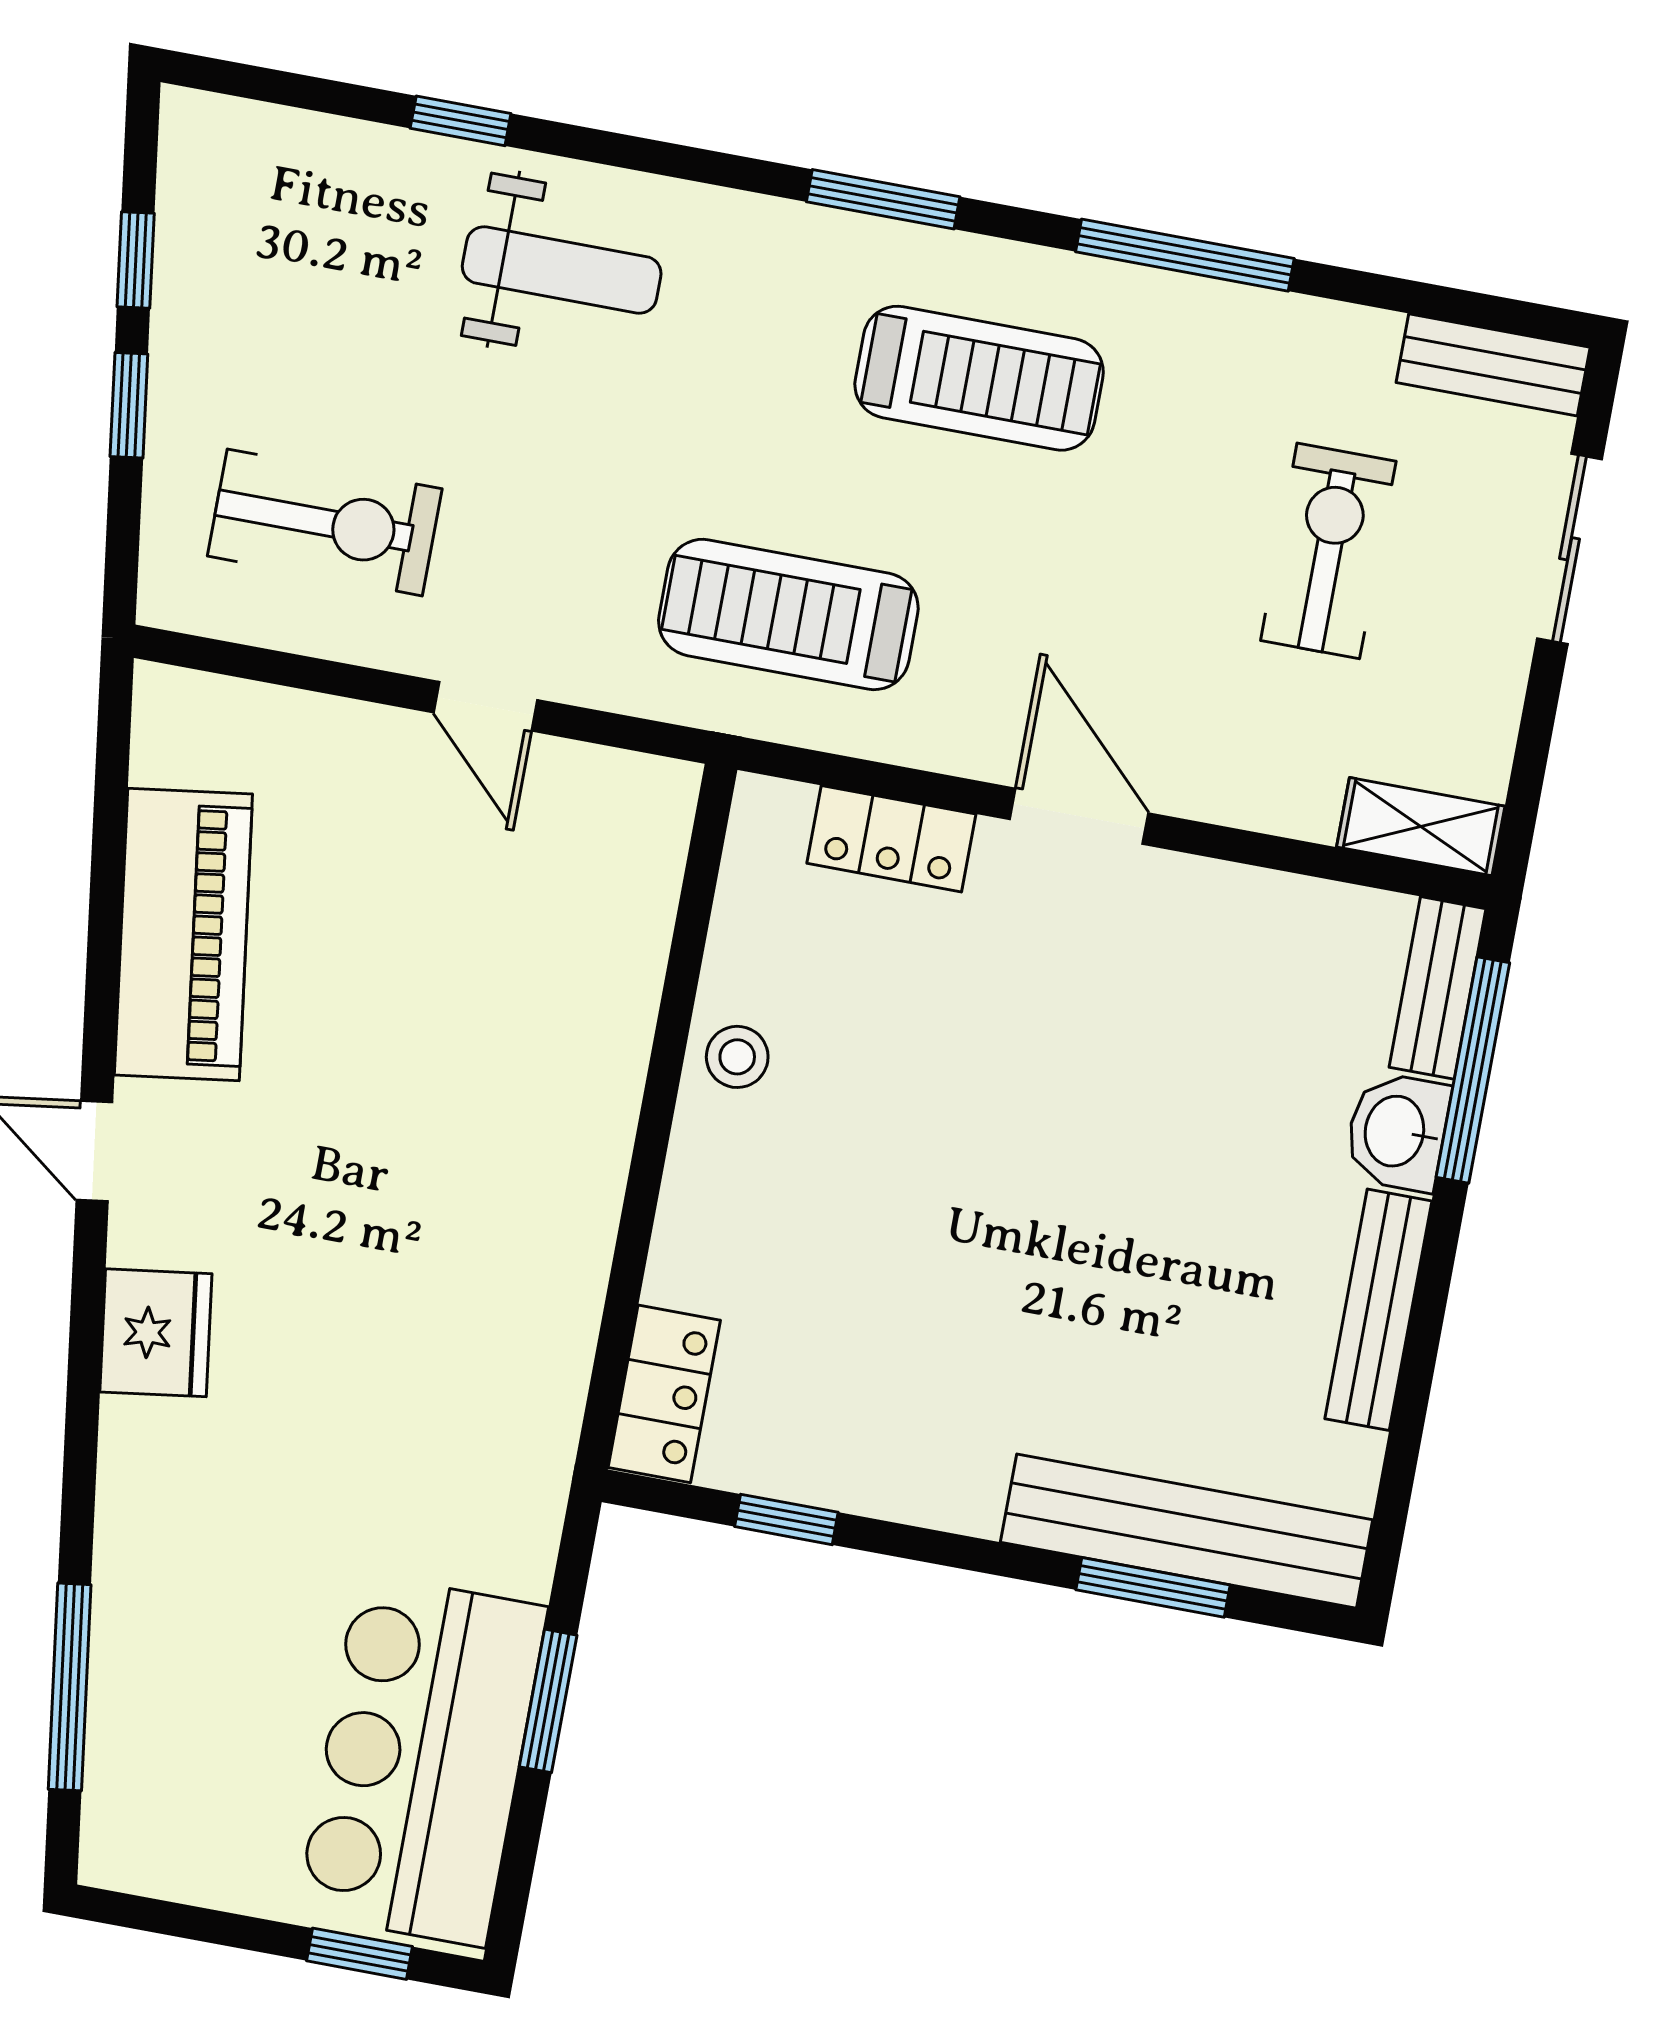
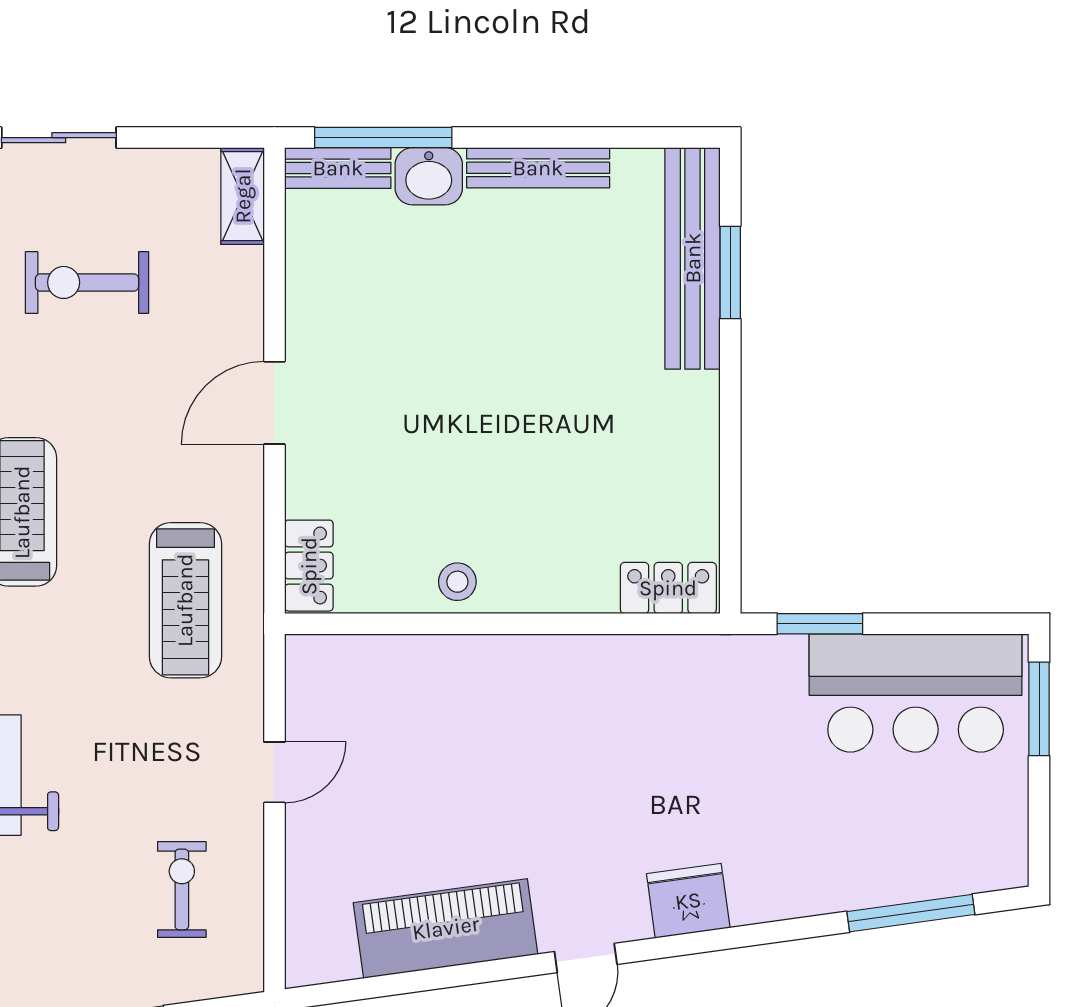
exercise bike: (325, 522) -> (182, 889), width x0.73, depth x0.72
locker: (891, 839) -> (309, 566), moved
window: (786, 1519) -> (730, 501), removed
window: (548, 1701) -> (820, 624), moved
window: (360, 1954) -> (1039, 709), width x1.50

